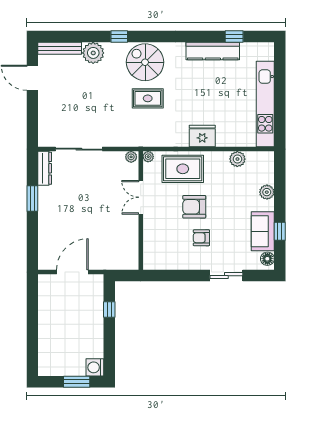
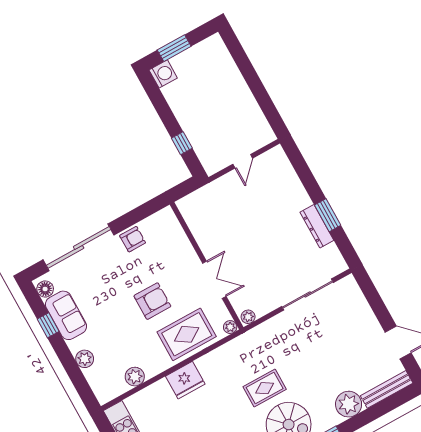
dresser: (45, 168) -> (317, 226), moved
armchair: (201, 238) -> (133, 239), moved
door: (72, 272) -> (243, 161), width x0.53
sliding door: (226, 276) -> (79, 247), width x1.86

